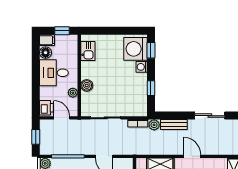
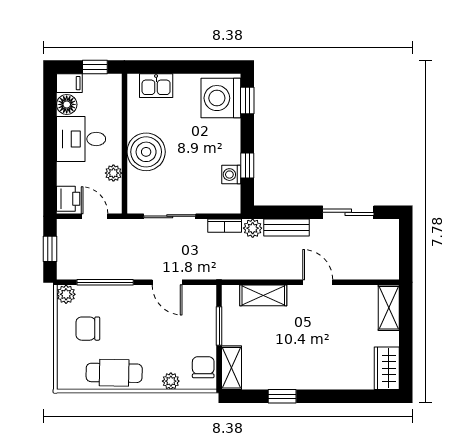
kitchen sink: (88, 51) -> (156, 86), moved, turned 90
washing machine: (142, 67) -> (231, 175), moved
boiler: (87, 85) -> (146, 152), width x1.86, depth x1.86

